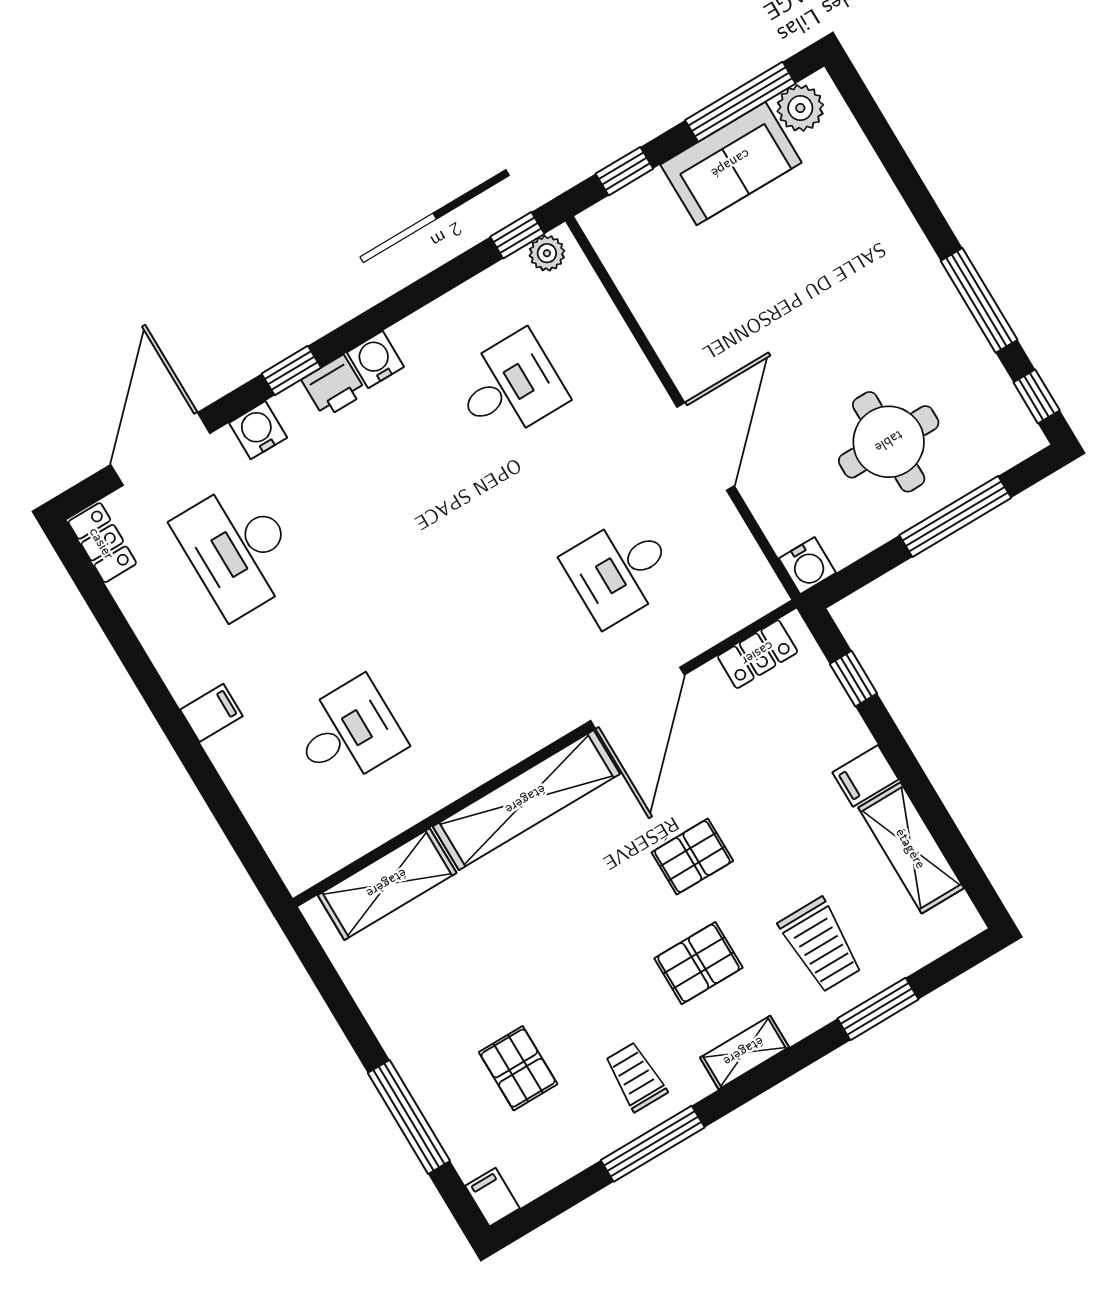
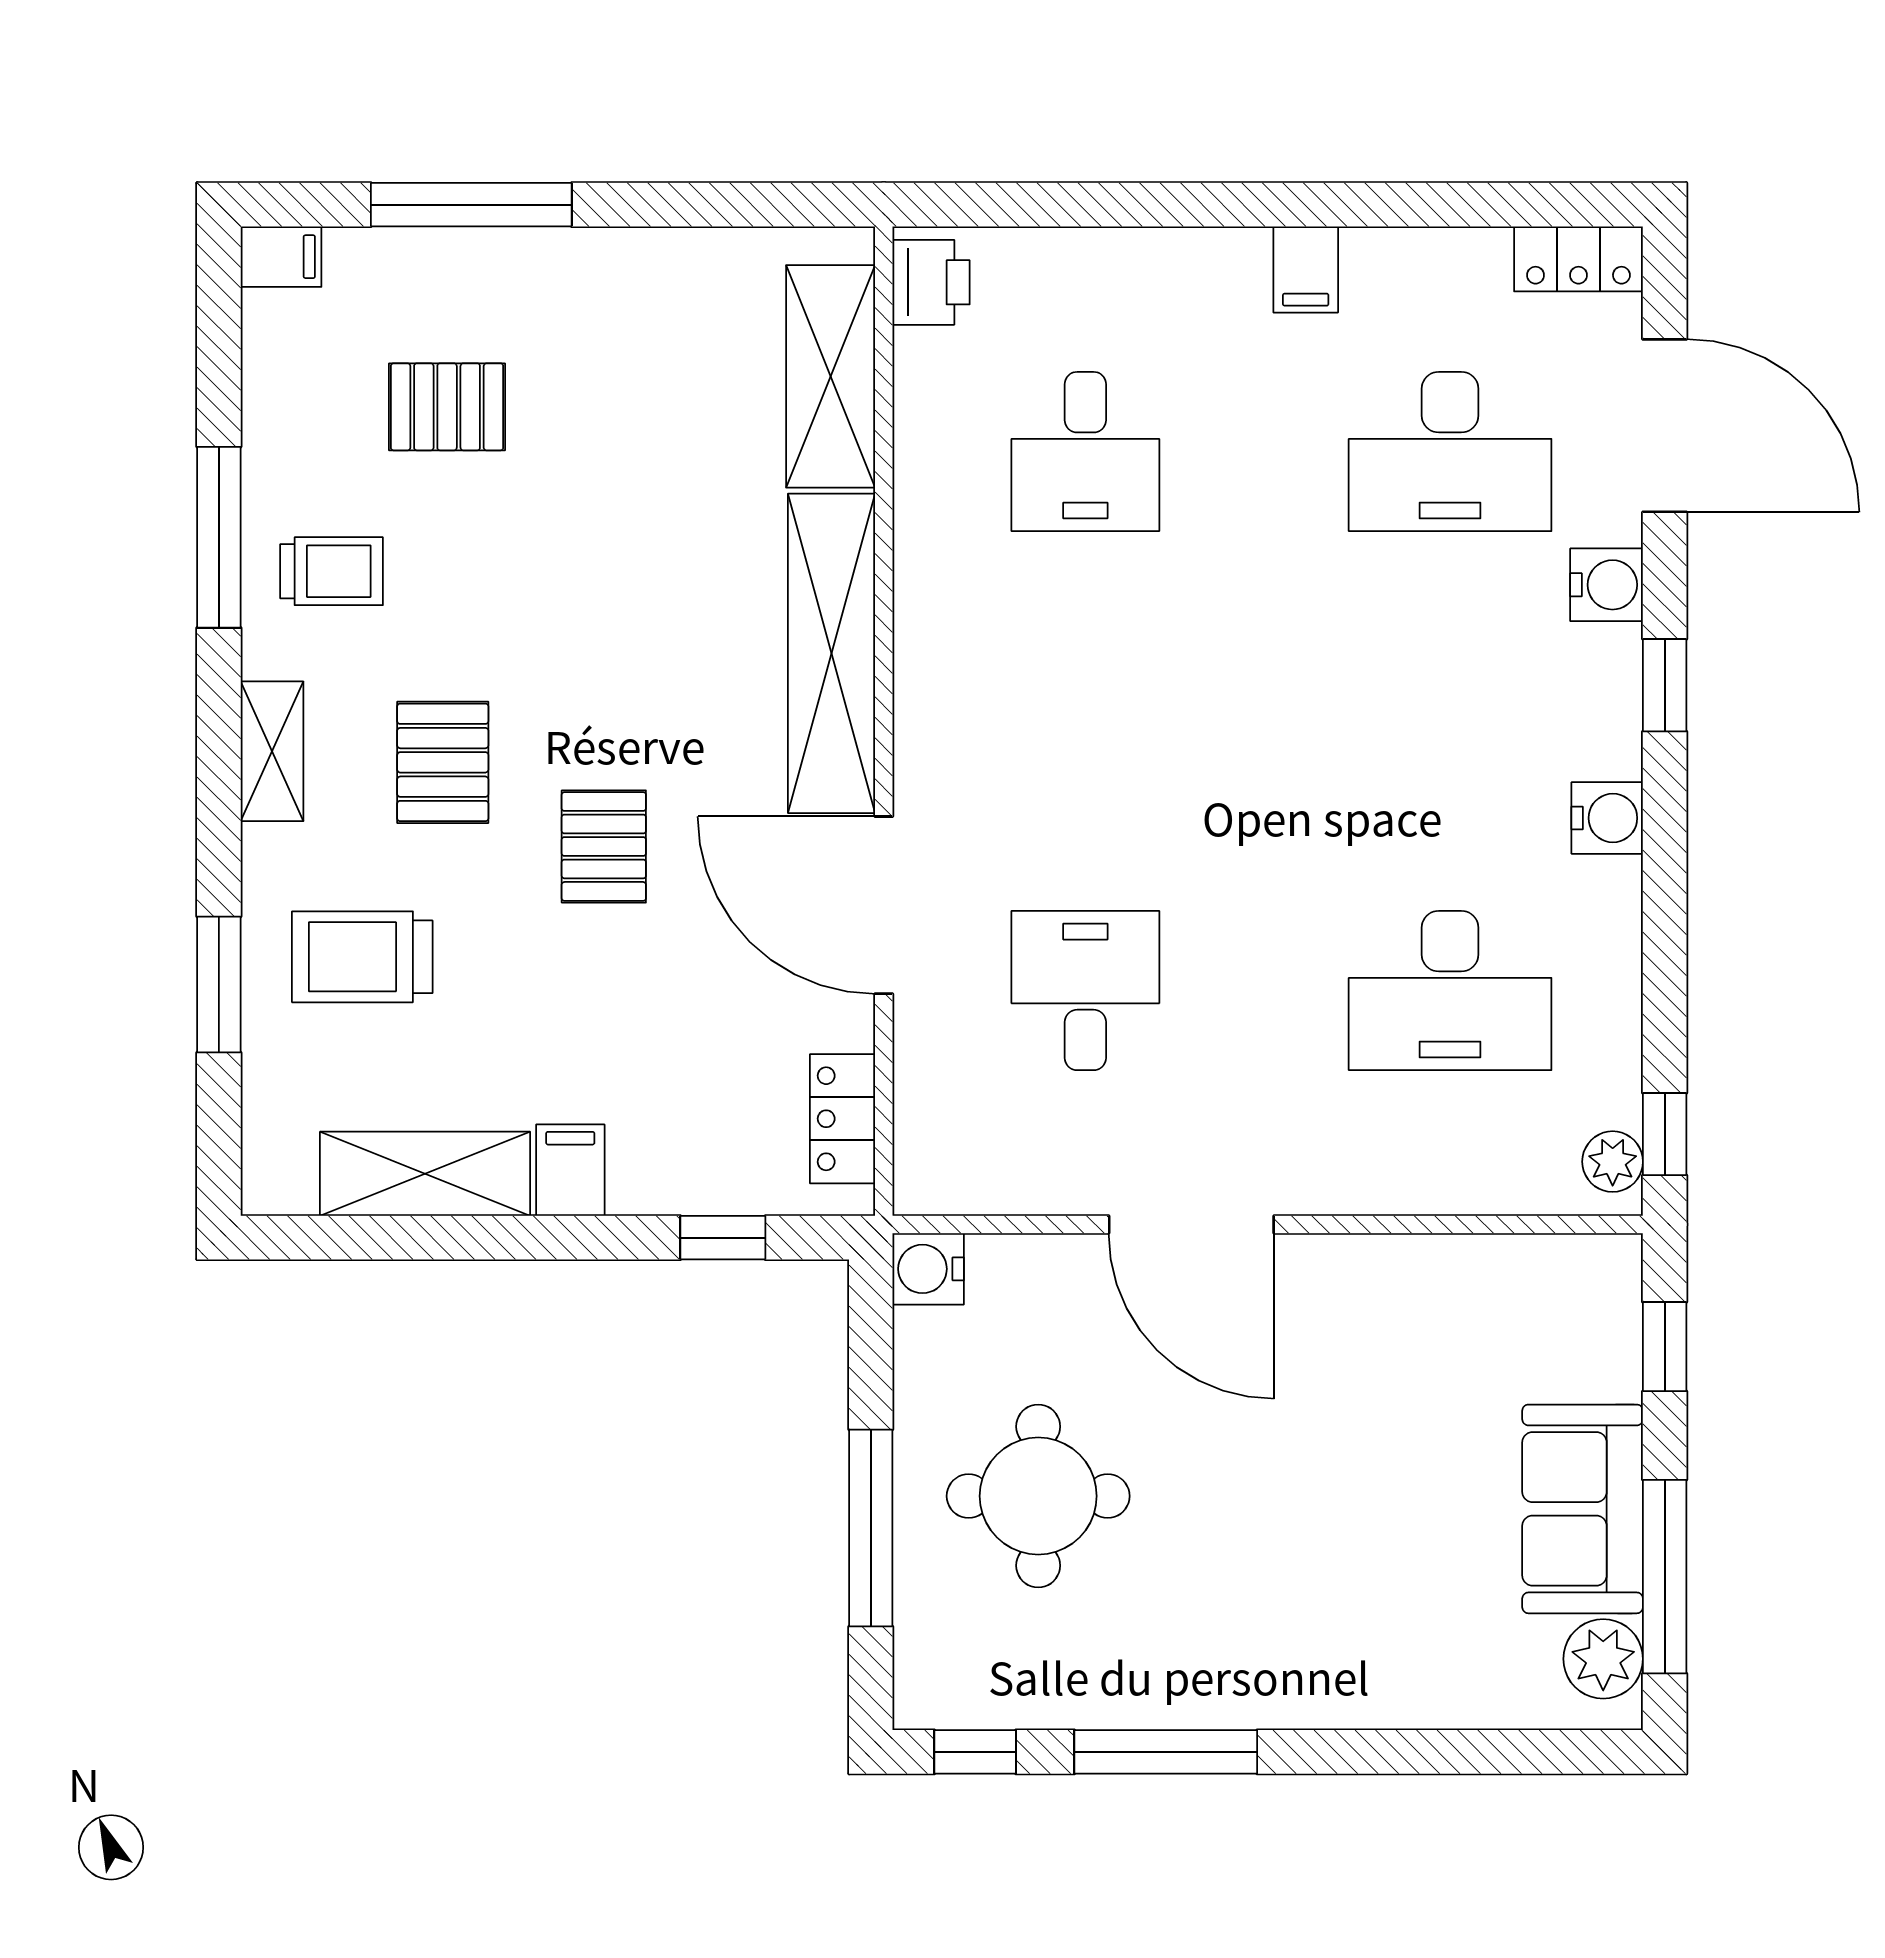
printer: (334, 386) -> (931, 282), moved, turned 180
desk: (510, 387) -> (1450, 991), width x1.37
desk: (238, 549) -> (1450, 452), turned 180
filing cabinet: (211, 713) -> (1306, 269), moved

